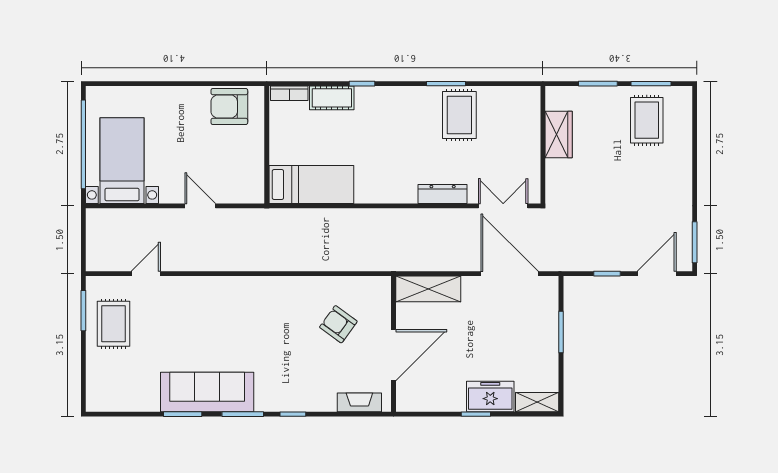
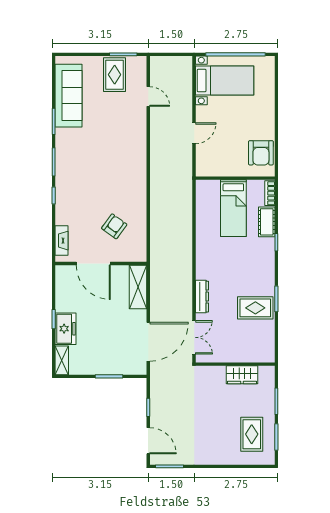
armchair: (229, 107) -> (261, 153), turned 180
rug: (647, 120) -> (252, 434), turned 90
bed: (311, 184) -> (233, 208), moved
rug: (113, 324) -> (115, 75), turned 90
sofa: (207, 392) -> (69, 96), moved

